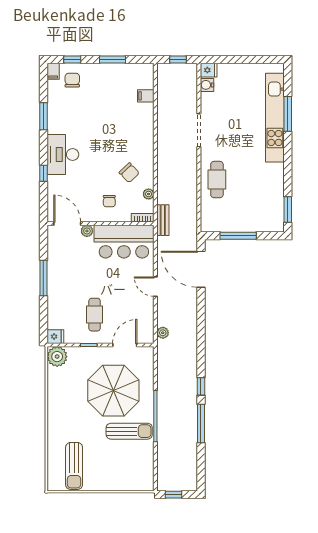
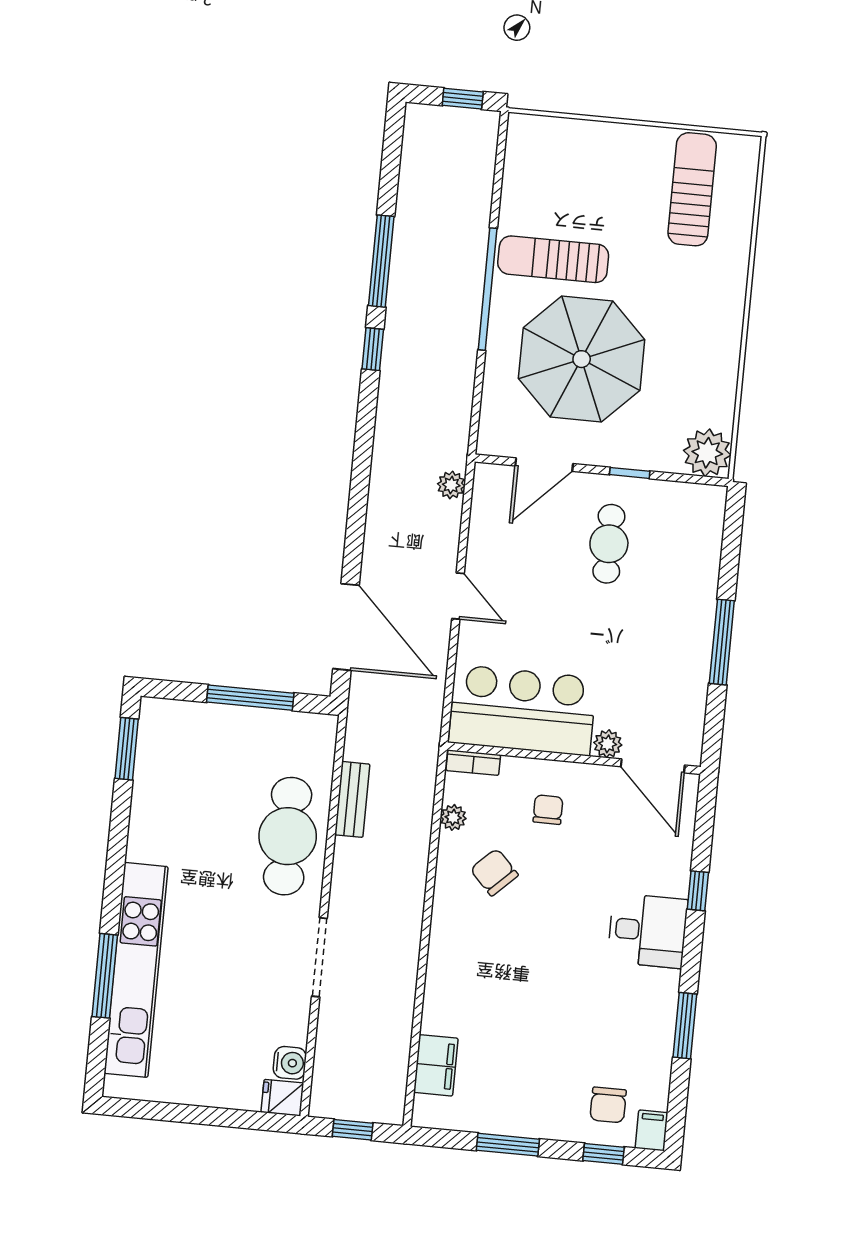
filing cabinet: (146, 96) -> (436, 1065), width x2.00
desk: (63, 155) -> (648, 931), width x0.73
cafe table: (217, 180) -> (288, 836), width x1.37, depth x1.35
bench: (163, 220) -> (352, 799), moved
fridge: (55, 337) -> (707, 501), removed

